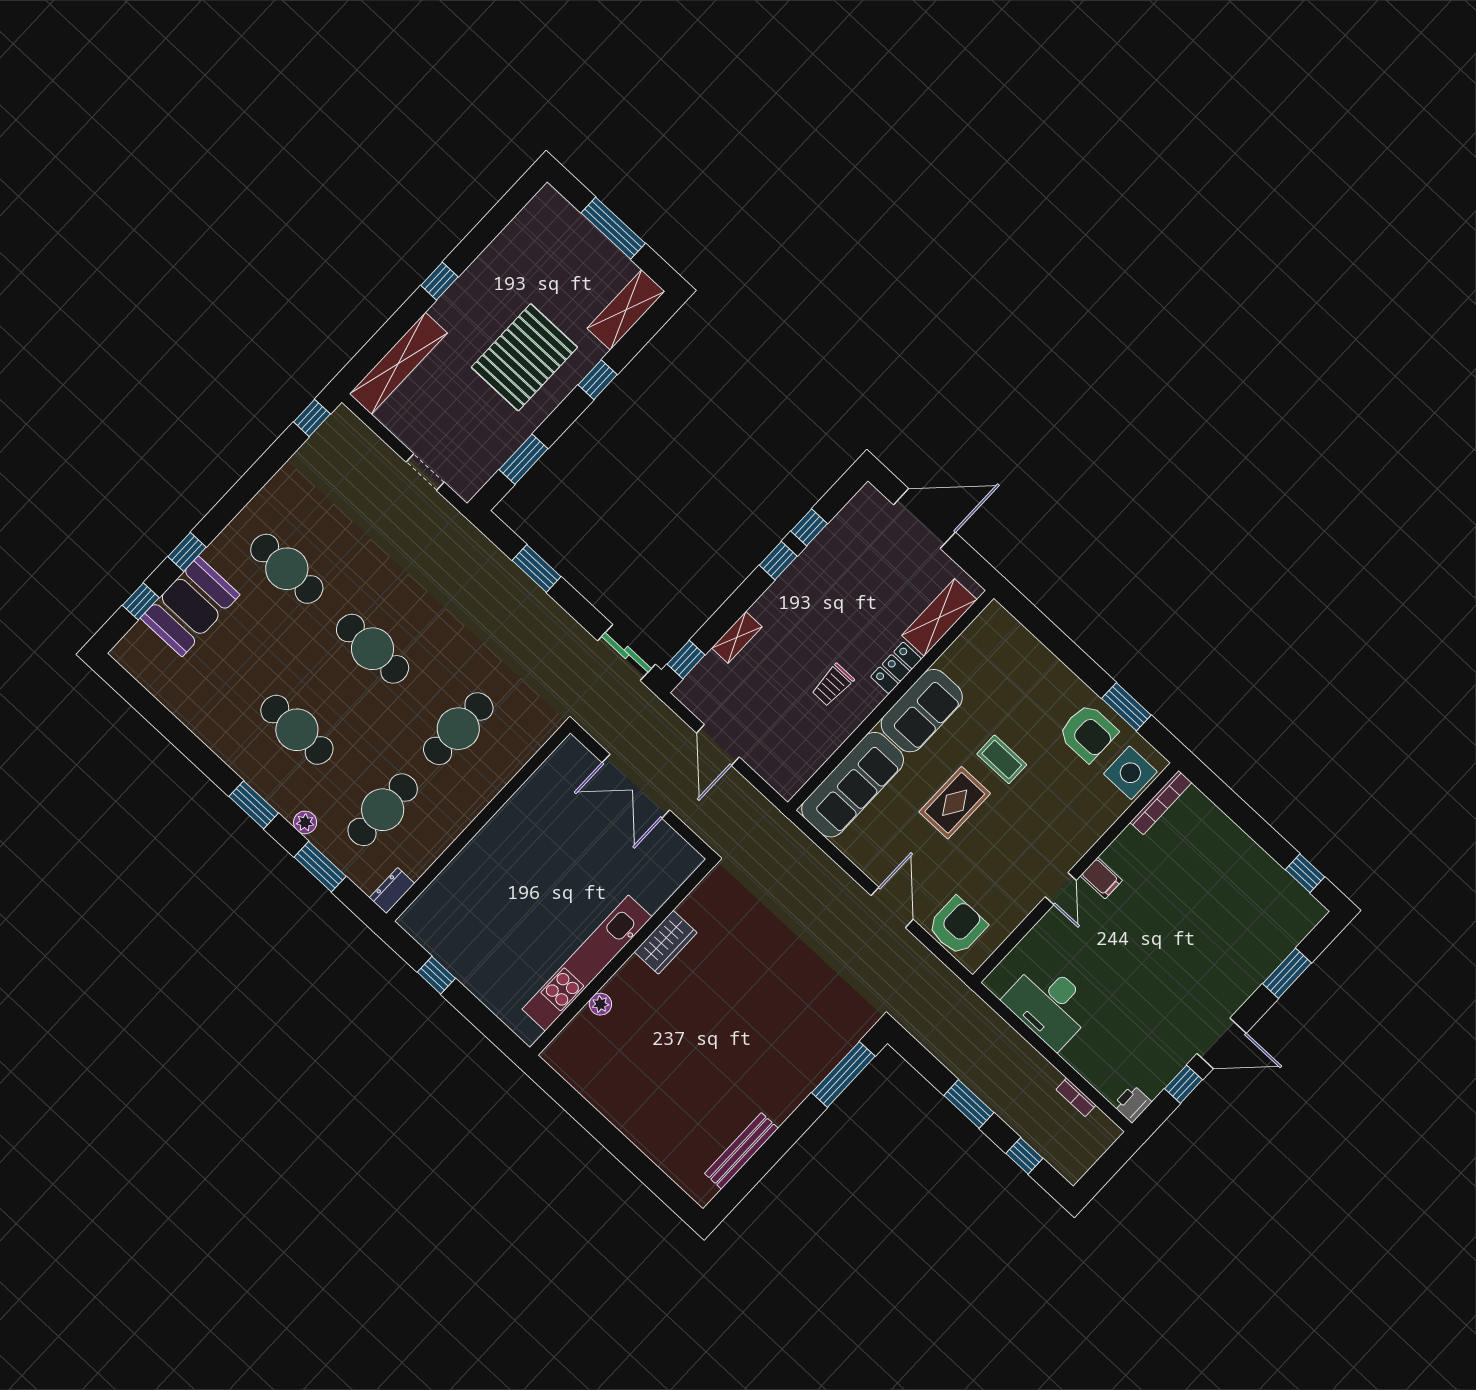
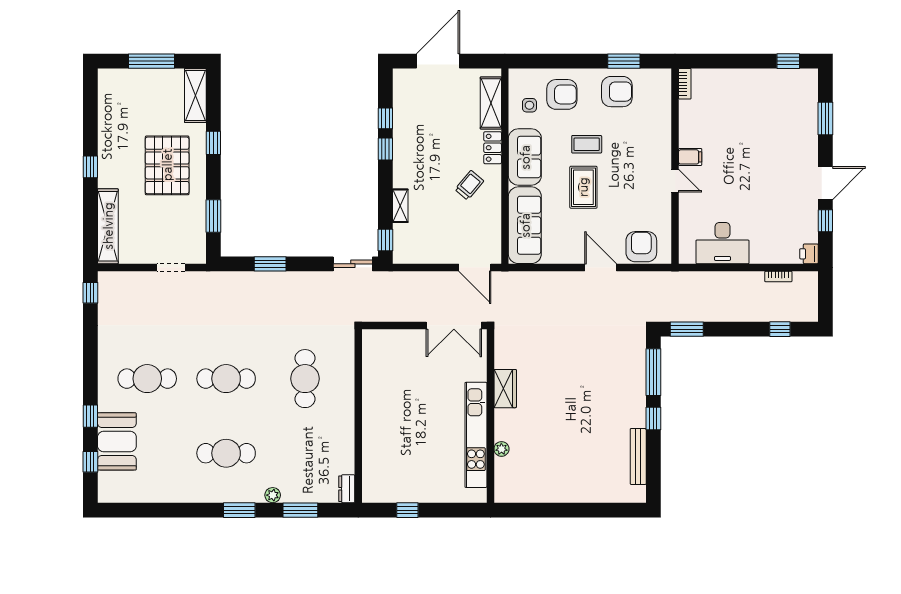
armchair: (1025, 680) -> (562, 94), added
trolley: (833, 685) -> (469, 185), turned -140
door: (718, 745) -> (475, 267), moved
side table: (1130, 773) -> (529, 105), moved, width x0.54, depth x0.54
double door: (636, 786) -> (454, 325), moved
bookcase: (1161, 803) -> (685, 84), width x0.64
cafe table: (383, 810) -> (305, 453), removed
window: (969, 1104) -> (687, 329), moved
window: (796, 1125) -> (653, 418), added

